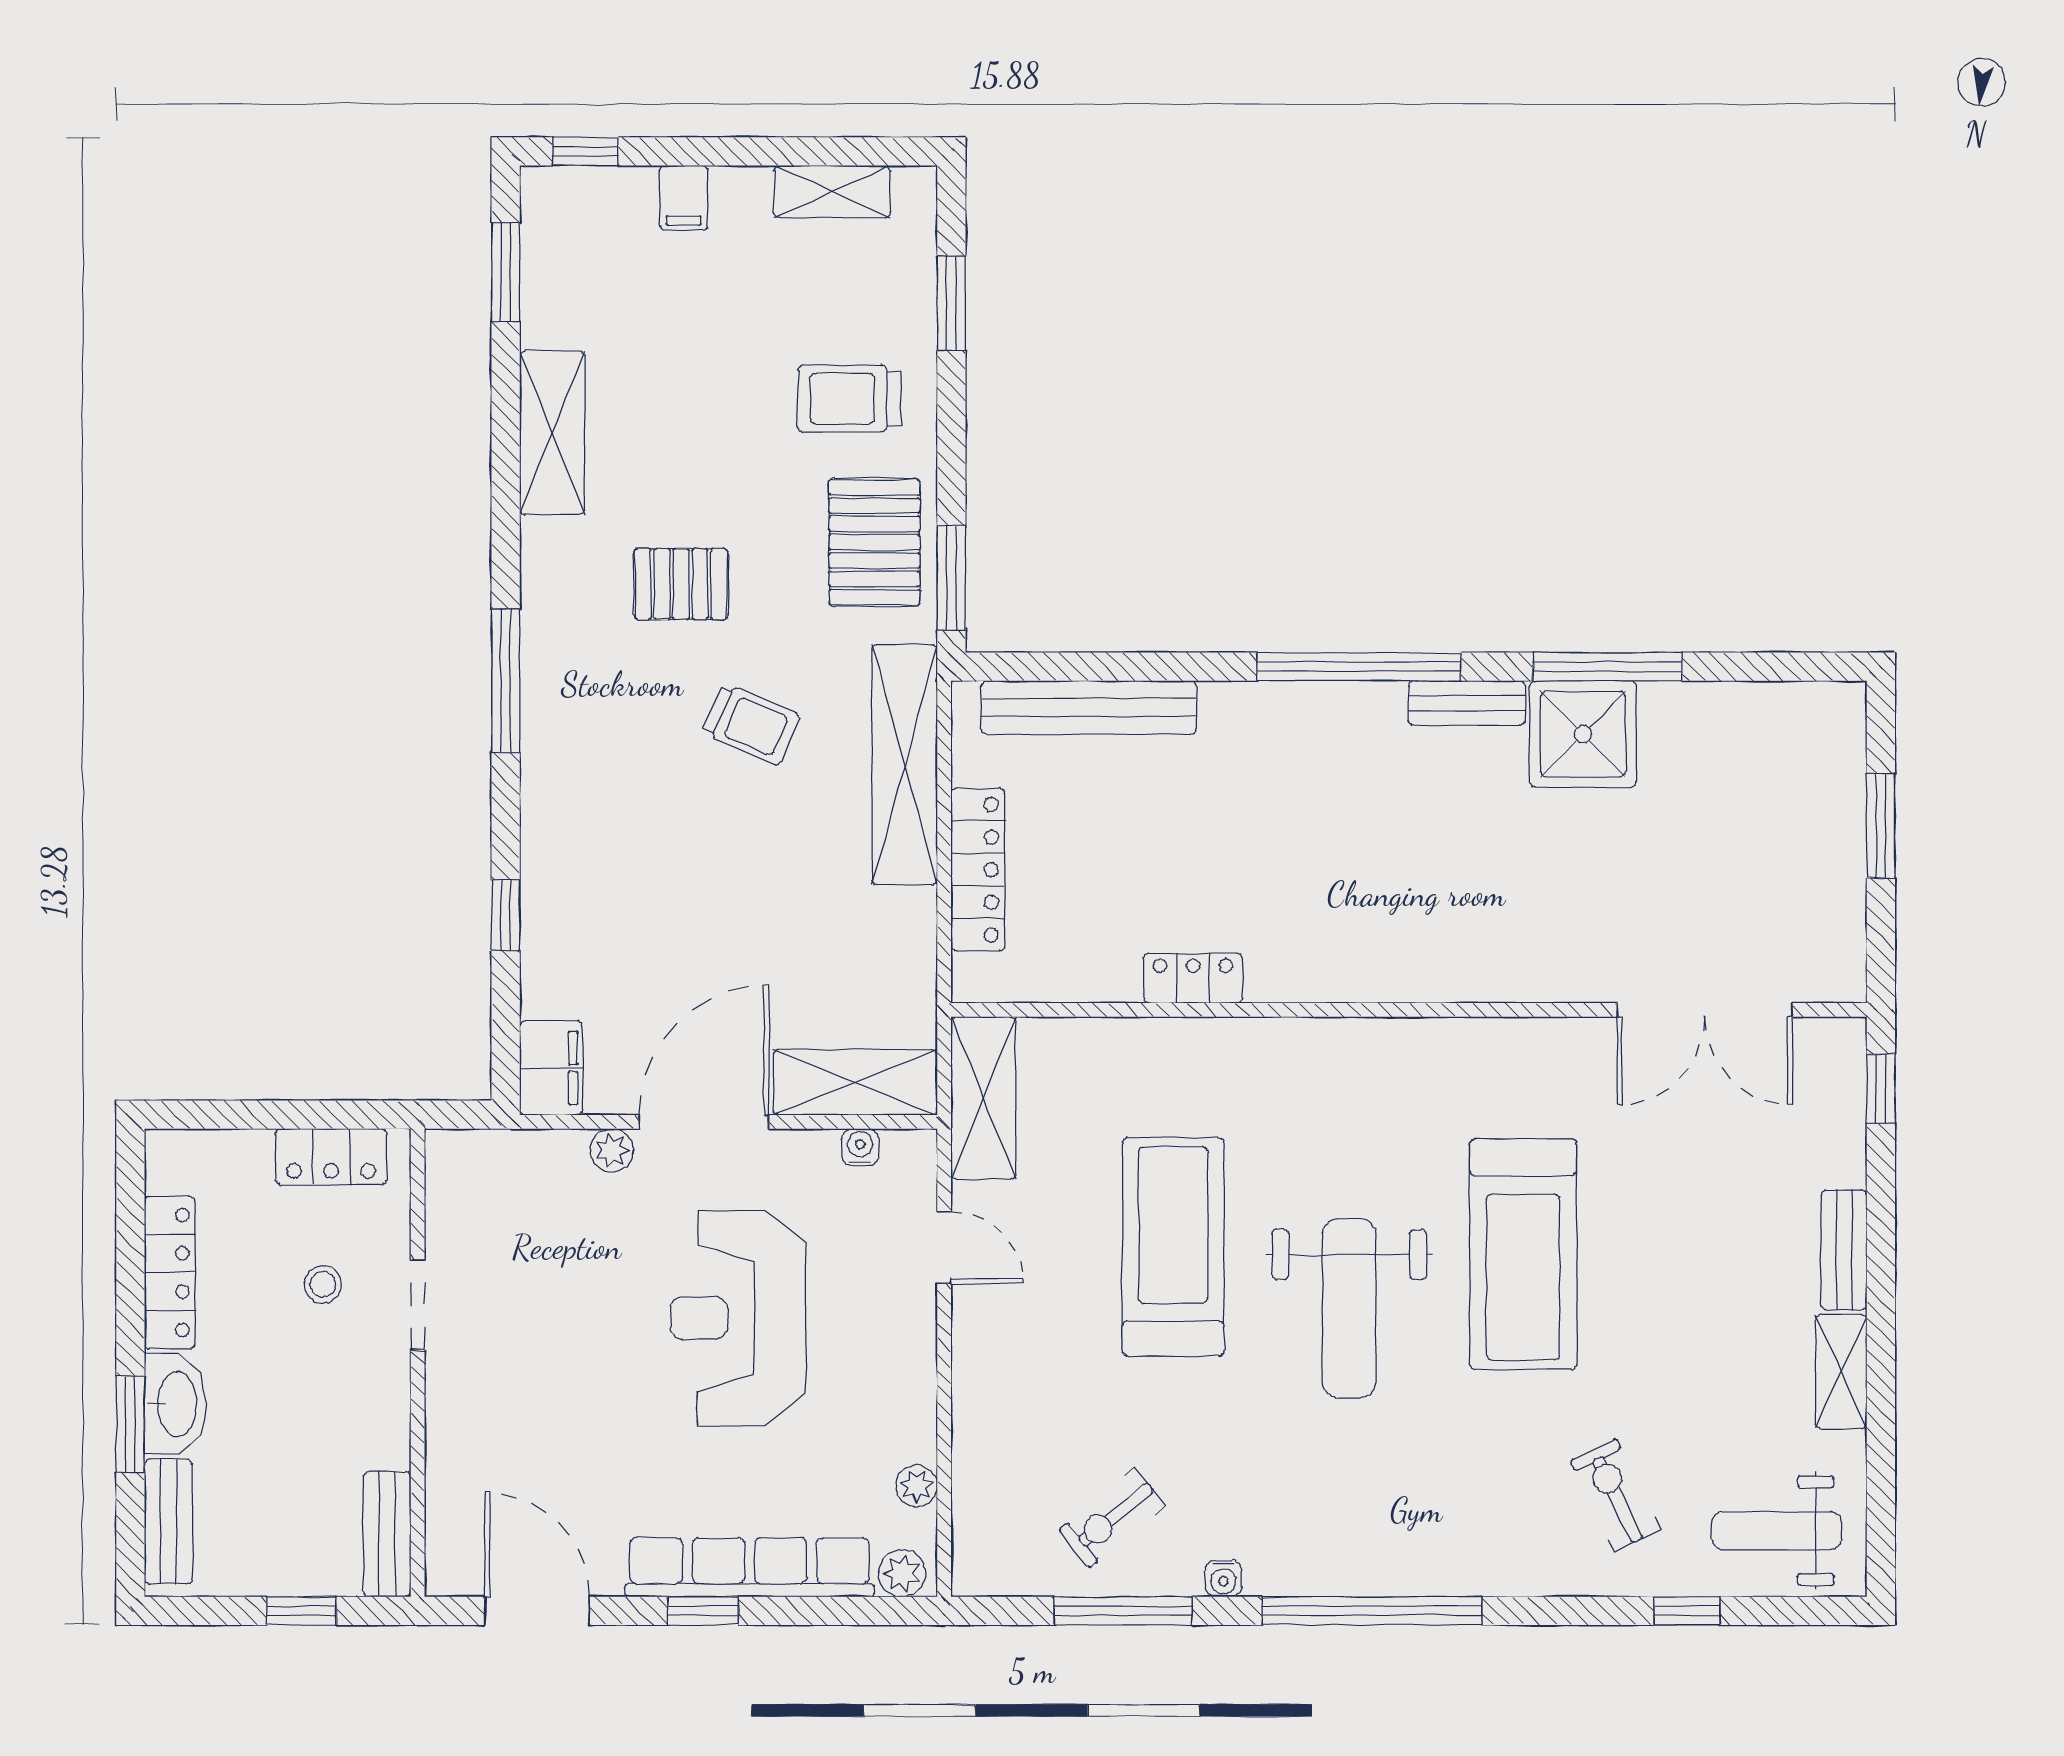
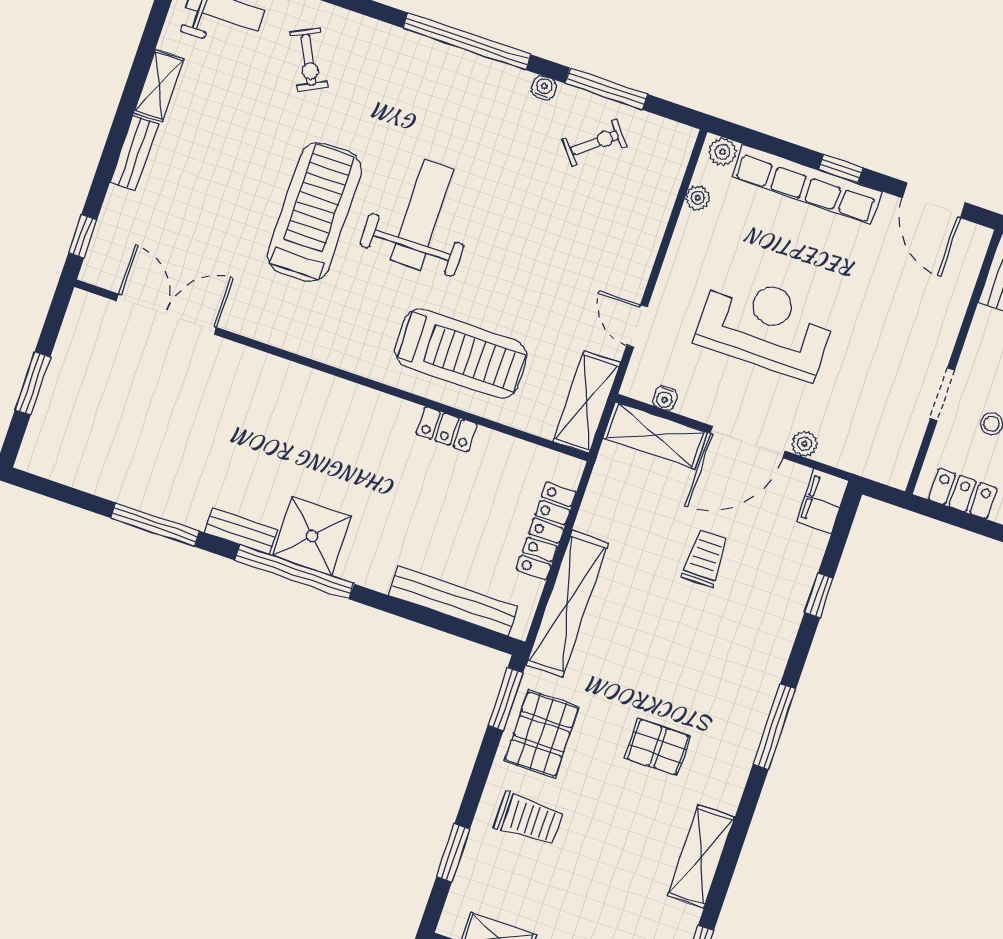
trolley: (751, 724) -> (705, 559), moved, turned 67
shower: (1583, 734) -> (312, 536), moved
treadmill: (1173, 1247) -> (461, 354), moved, turned -90
reception desk: (738, 1318) -> (766, 326), turned -90

